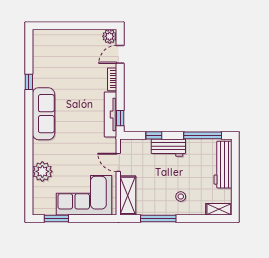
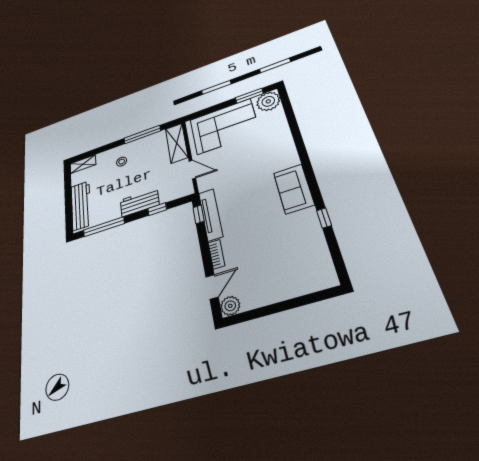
sofa: (43, 114) -> (294, 189), width x0.73
plant: (42, 171) -> (268, 101), moved

